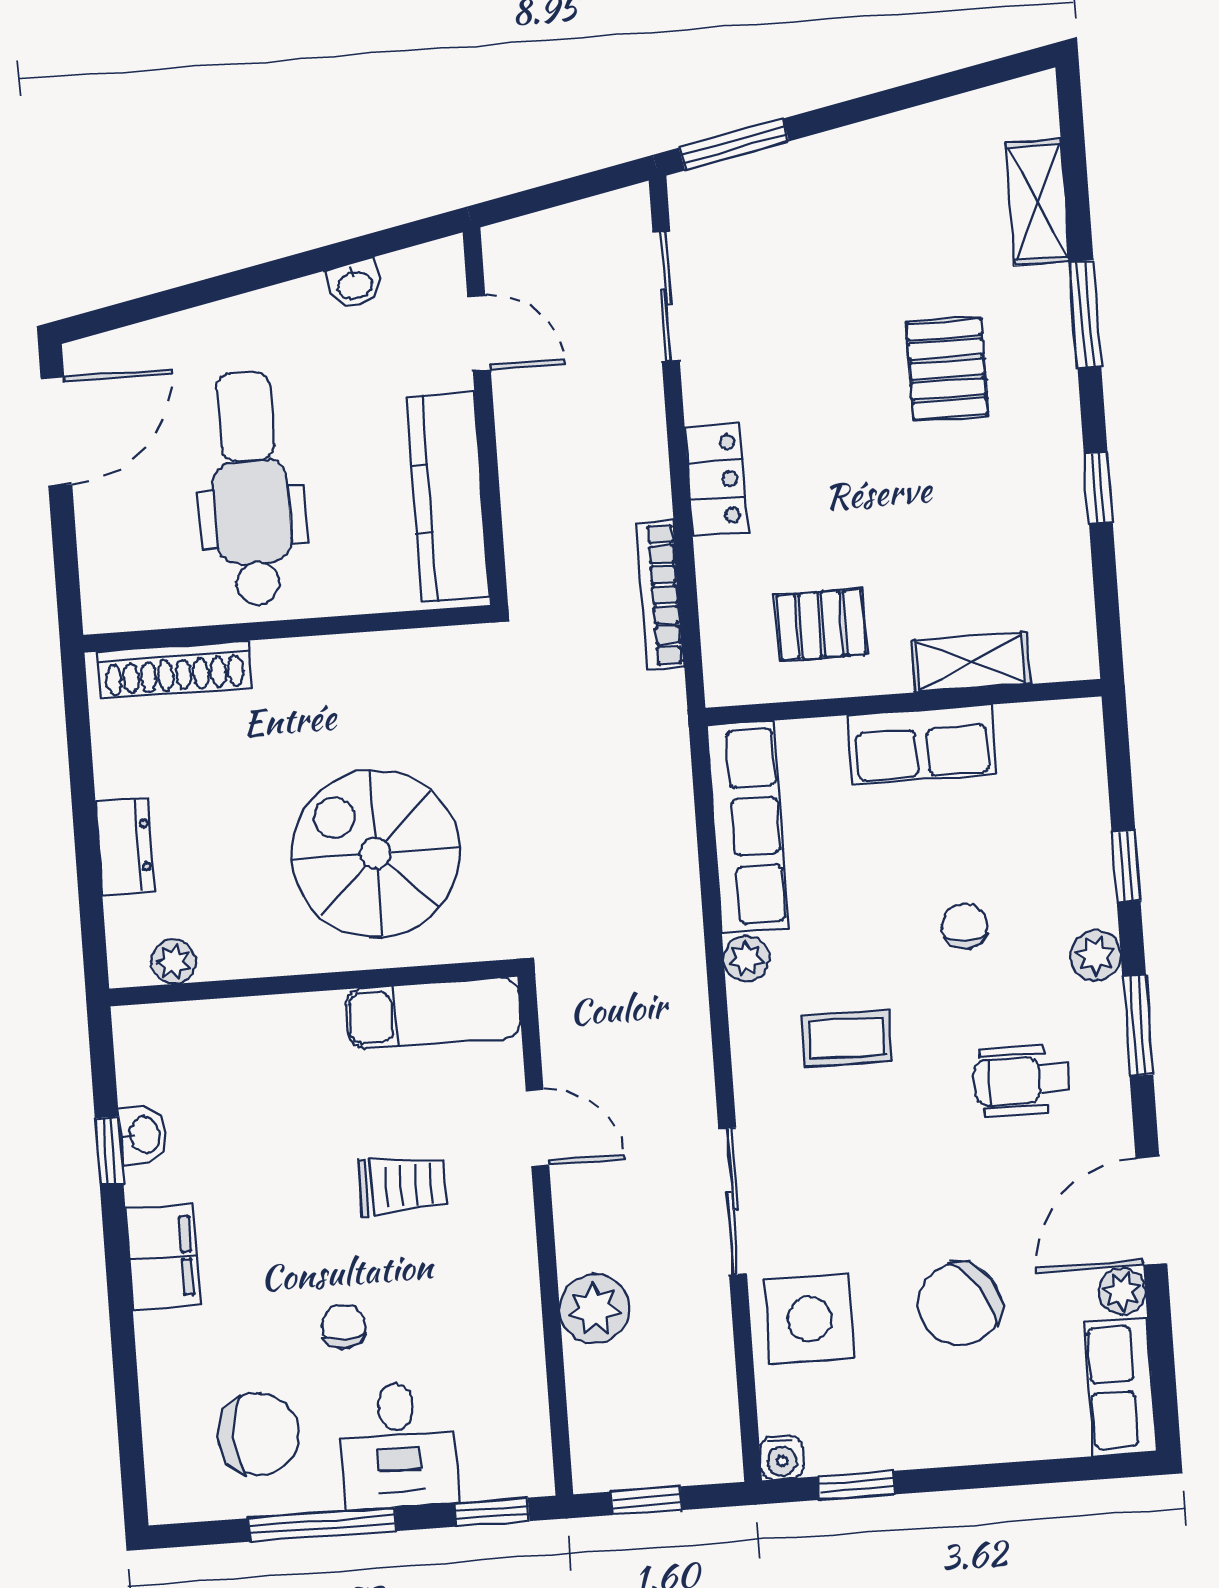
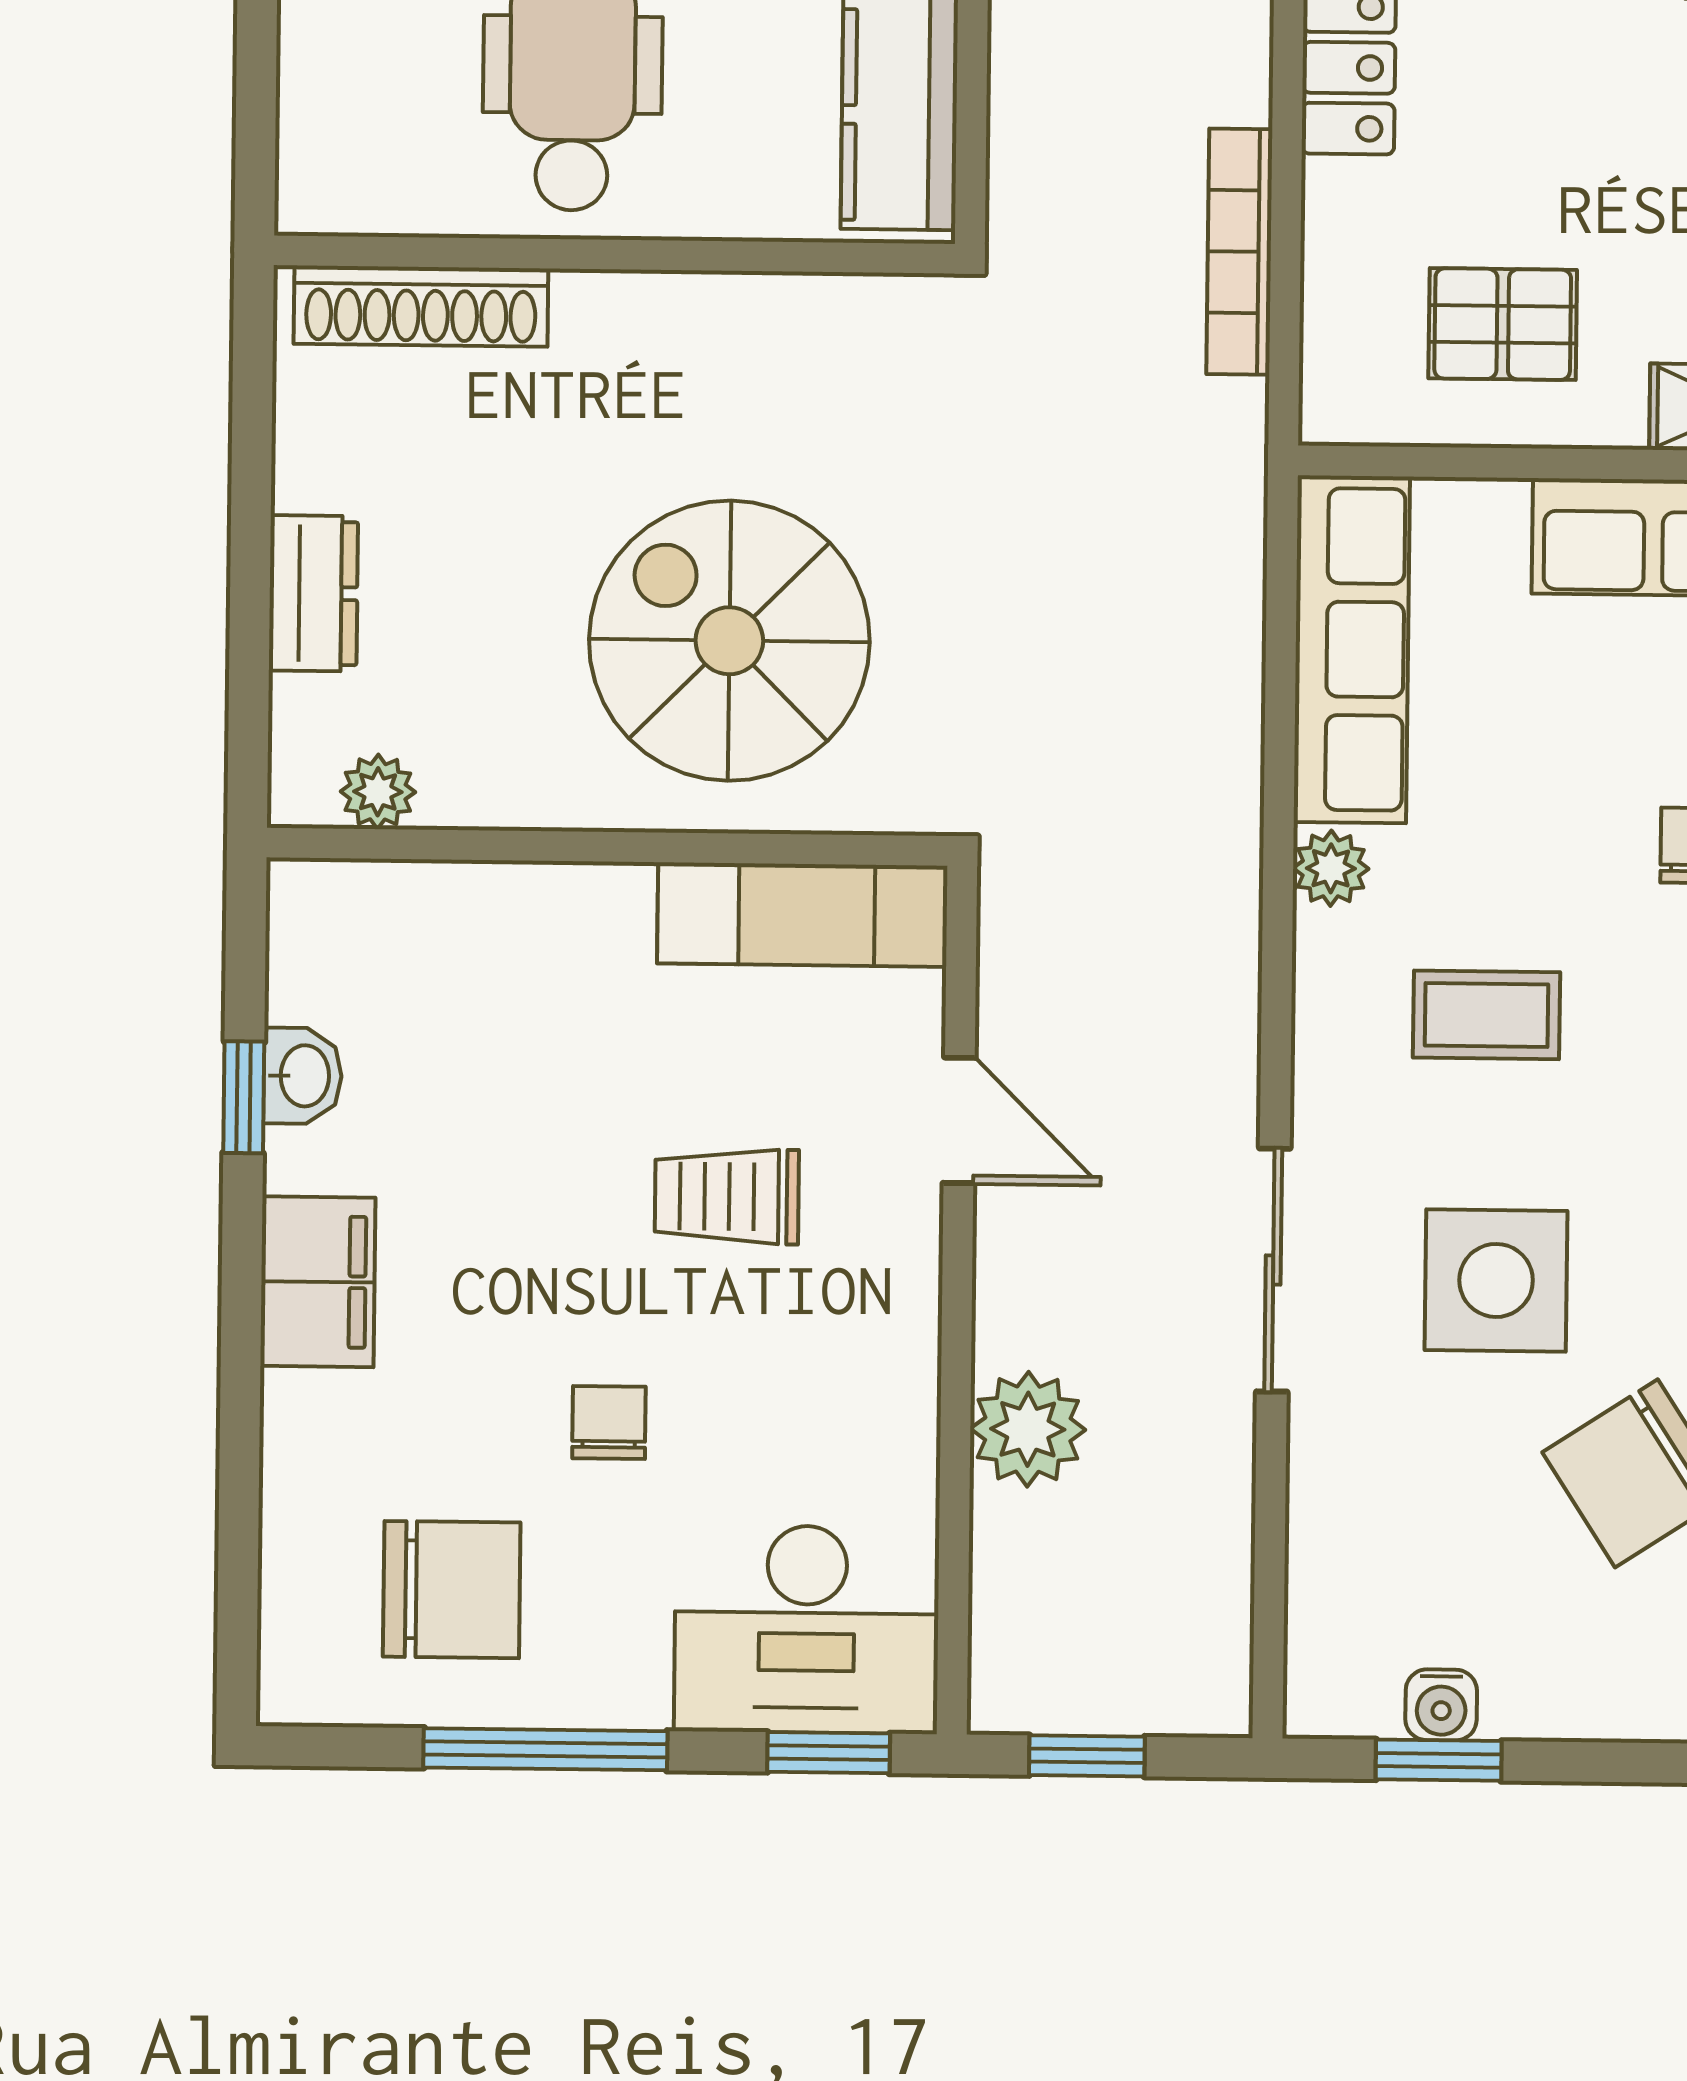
trolley: (403, 1185) -> (727, 1196), turned 180
side table: (810, 1319) -> (1496, 1280), moved
desk: (398, 1445) -> (807, 1629), moved, width x1.37
water cooler: (782, 1458) -> (1441, 1705), moved

